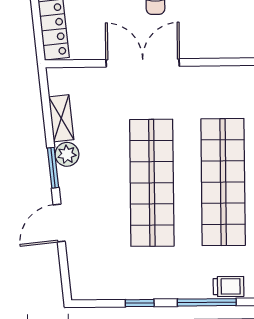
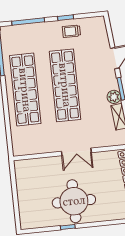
double door: (143, 63) -> (76, 152), width x0.73
trolley: (229, 286) -> (71, 31), moved

